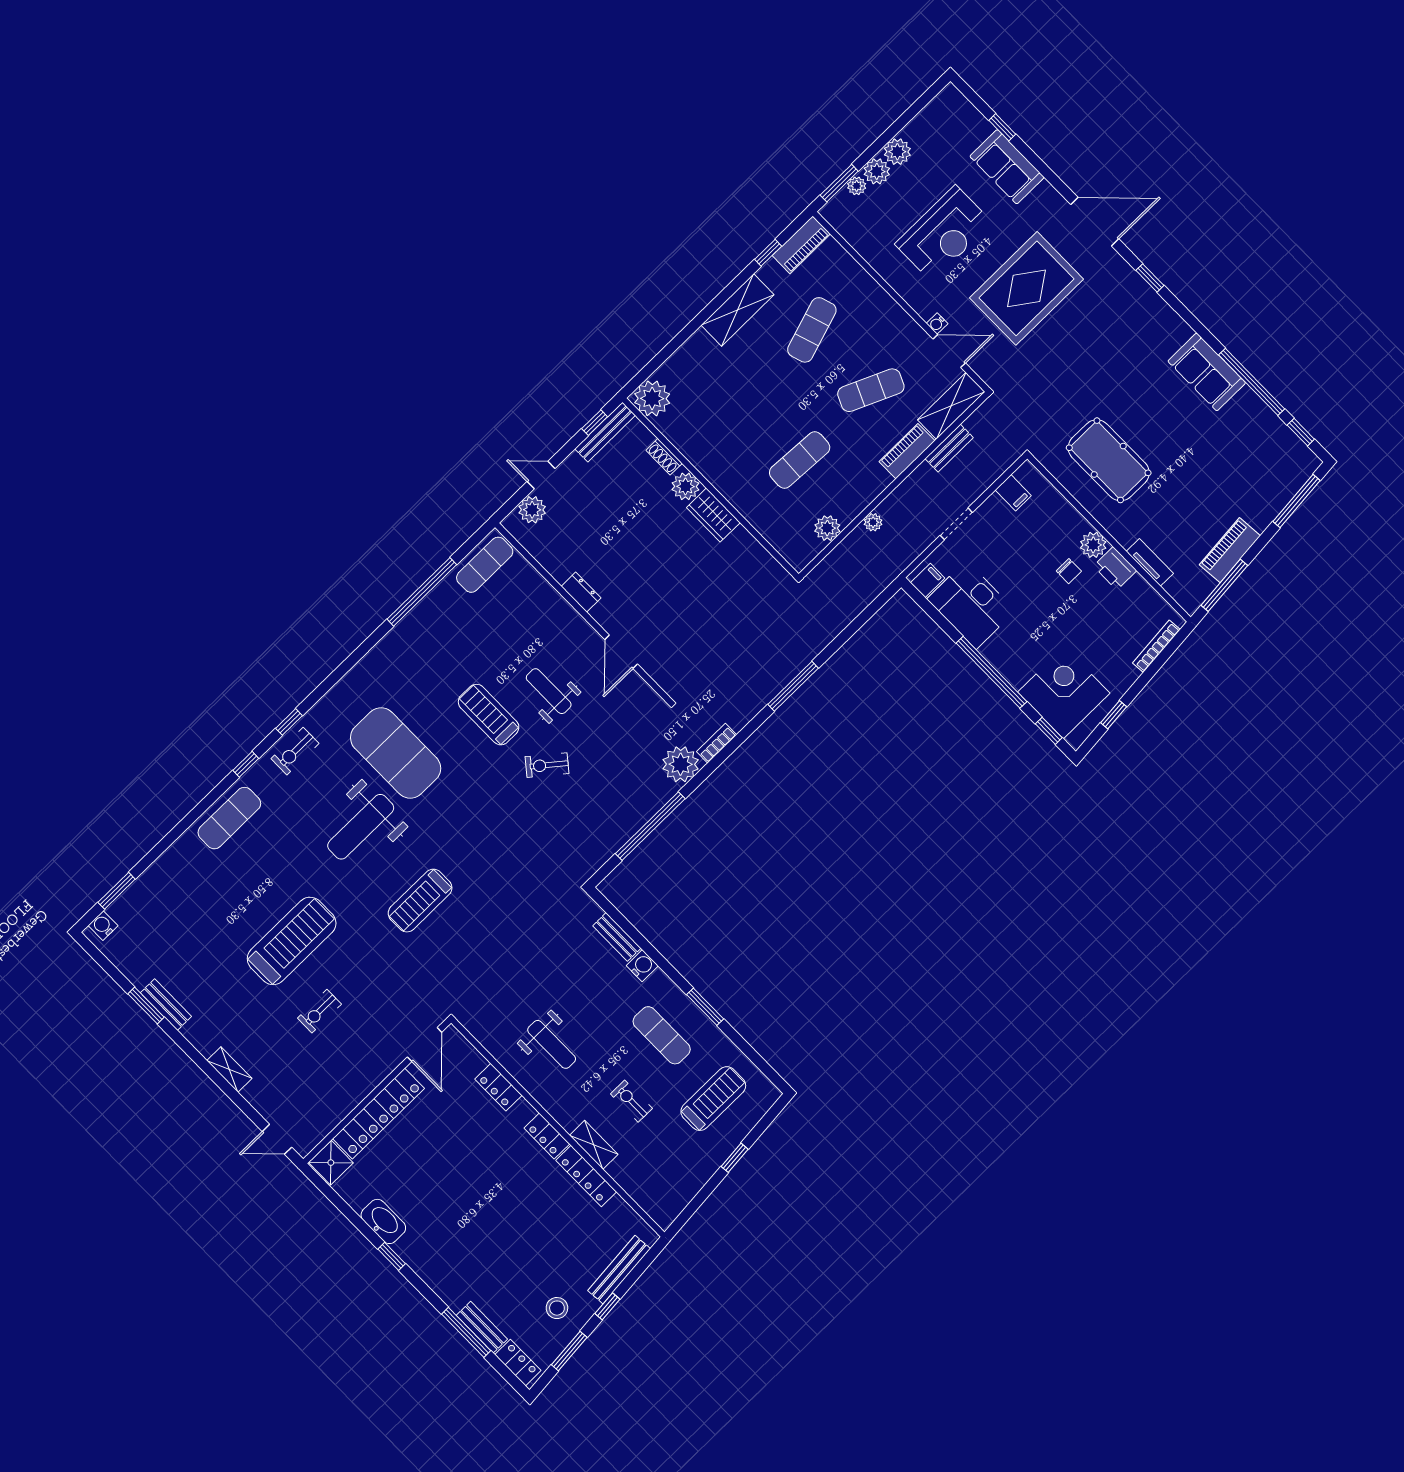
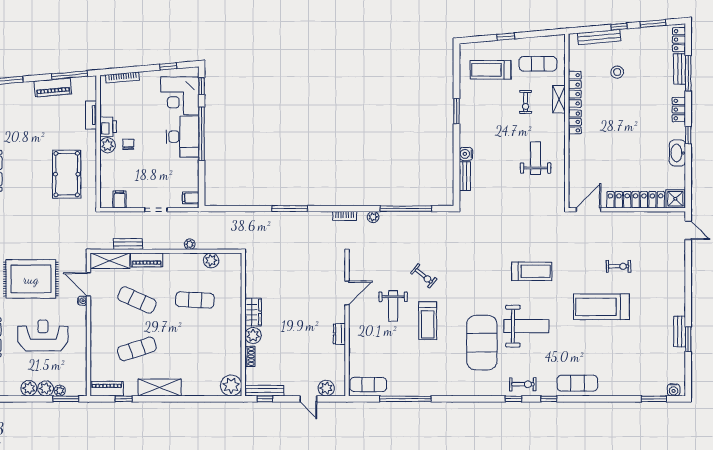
desk: (971, 605) -> (183, 137), moved
plant: (681, 764) -> (373, 217), width x0.53, depth x0.53
exercise mat: (662, 1035) -> (538, 64), moved, turned 90
shelving: (229, 1070) -> (680, 279), removed
locker: (498, 1087) -> (679, 110), moved, turned 180
stool: (557, 1308) -> (617, 72), moved

